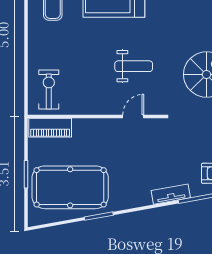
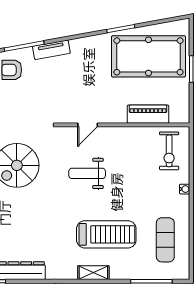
water cooler: (33, 50) -> (185, 189), added
piano: (50, 128) -> (148, 114), moved

